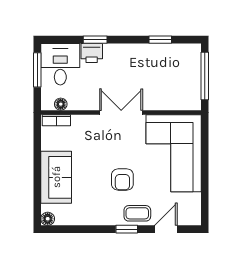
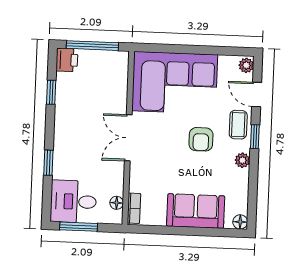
printer: (92, 53) -> (67, 60), moved
armchair: (122, 179) -> (201, 139), turned 90
plant: (105, 219) -> (242, 160), added
plant: (192, 219) -> (246, 65), added

